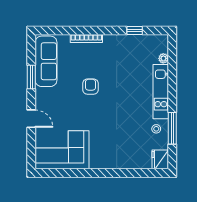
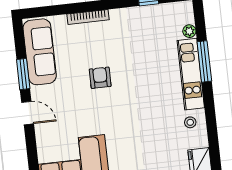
door: (31, 119) -> (28, 113), moved
window: (172, 128) -> (204, 61), moved

